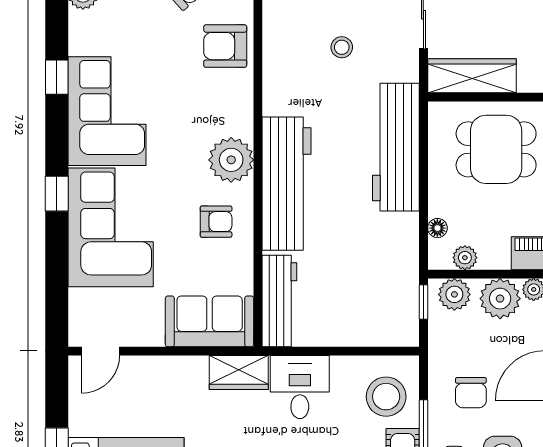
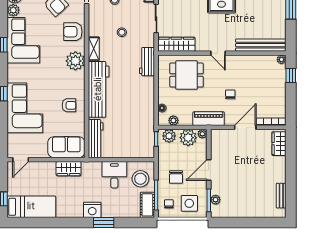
shelving: (275, 87) -> (94, 49), added
corner sofa: (107, 111) -> (23, 40), moved
workbench: (396, 147) -> (147, 62), width x0.53, depth x0.76
plant: (231, 160) -> (75, 61), moved
wardrobe: (239, 372) -> (69, 169), moved
desk: (300, 387) -> (114, 175), moved

